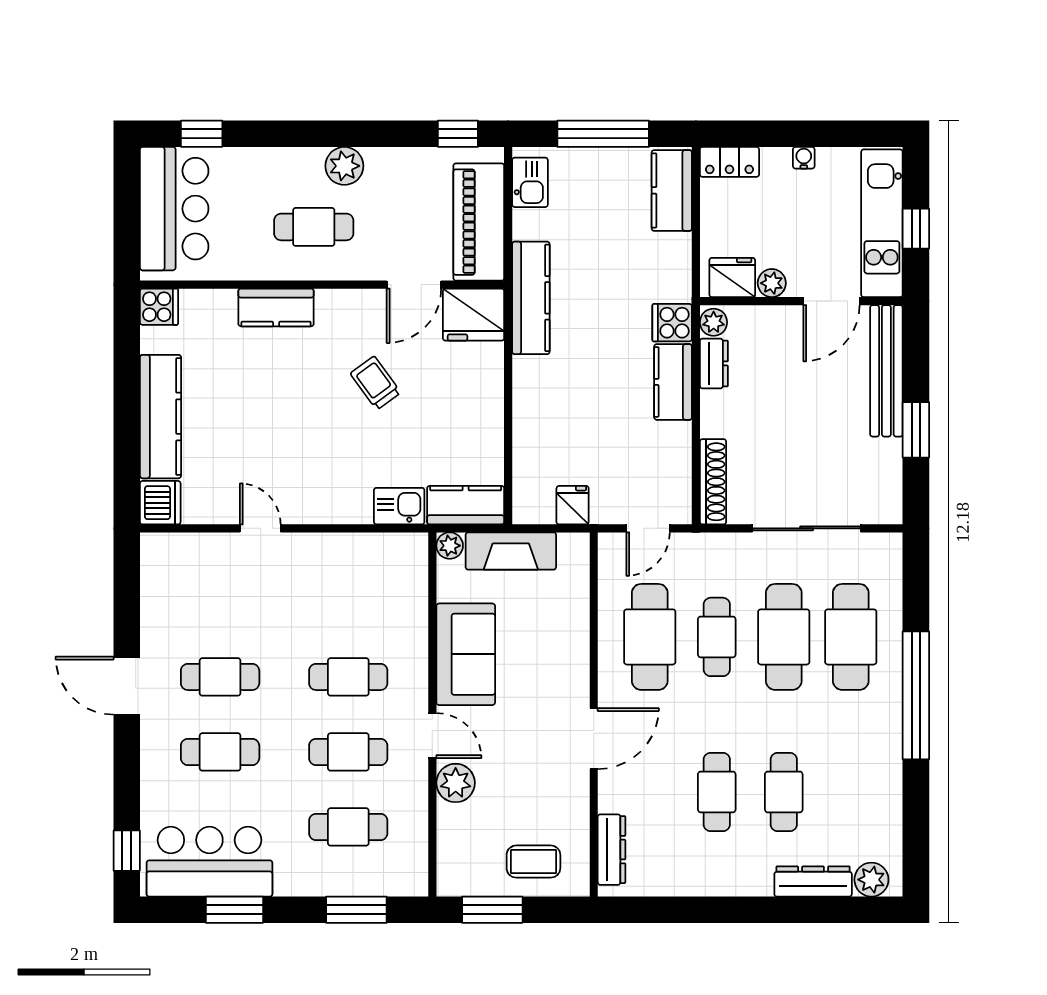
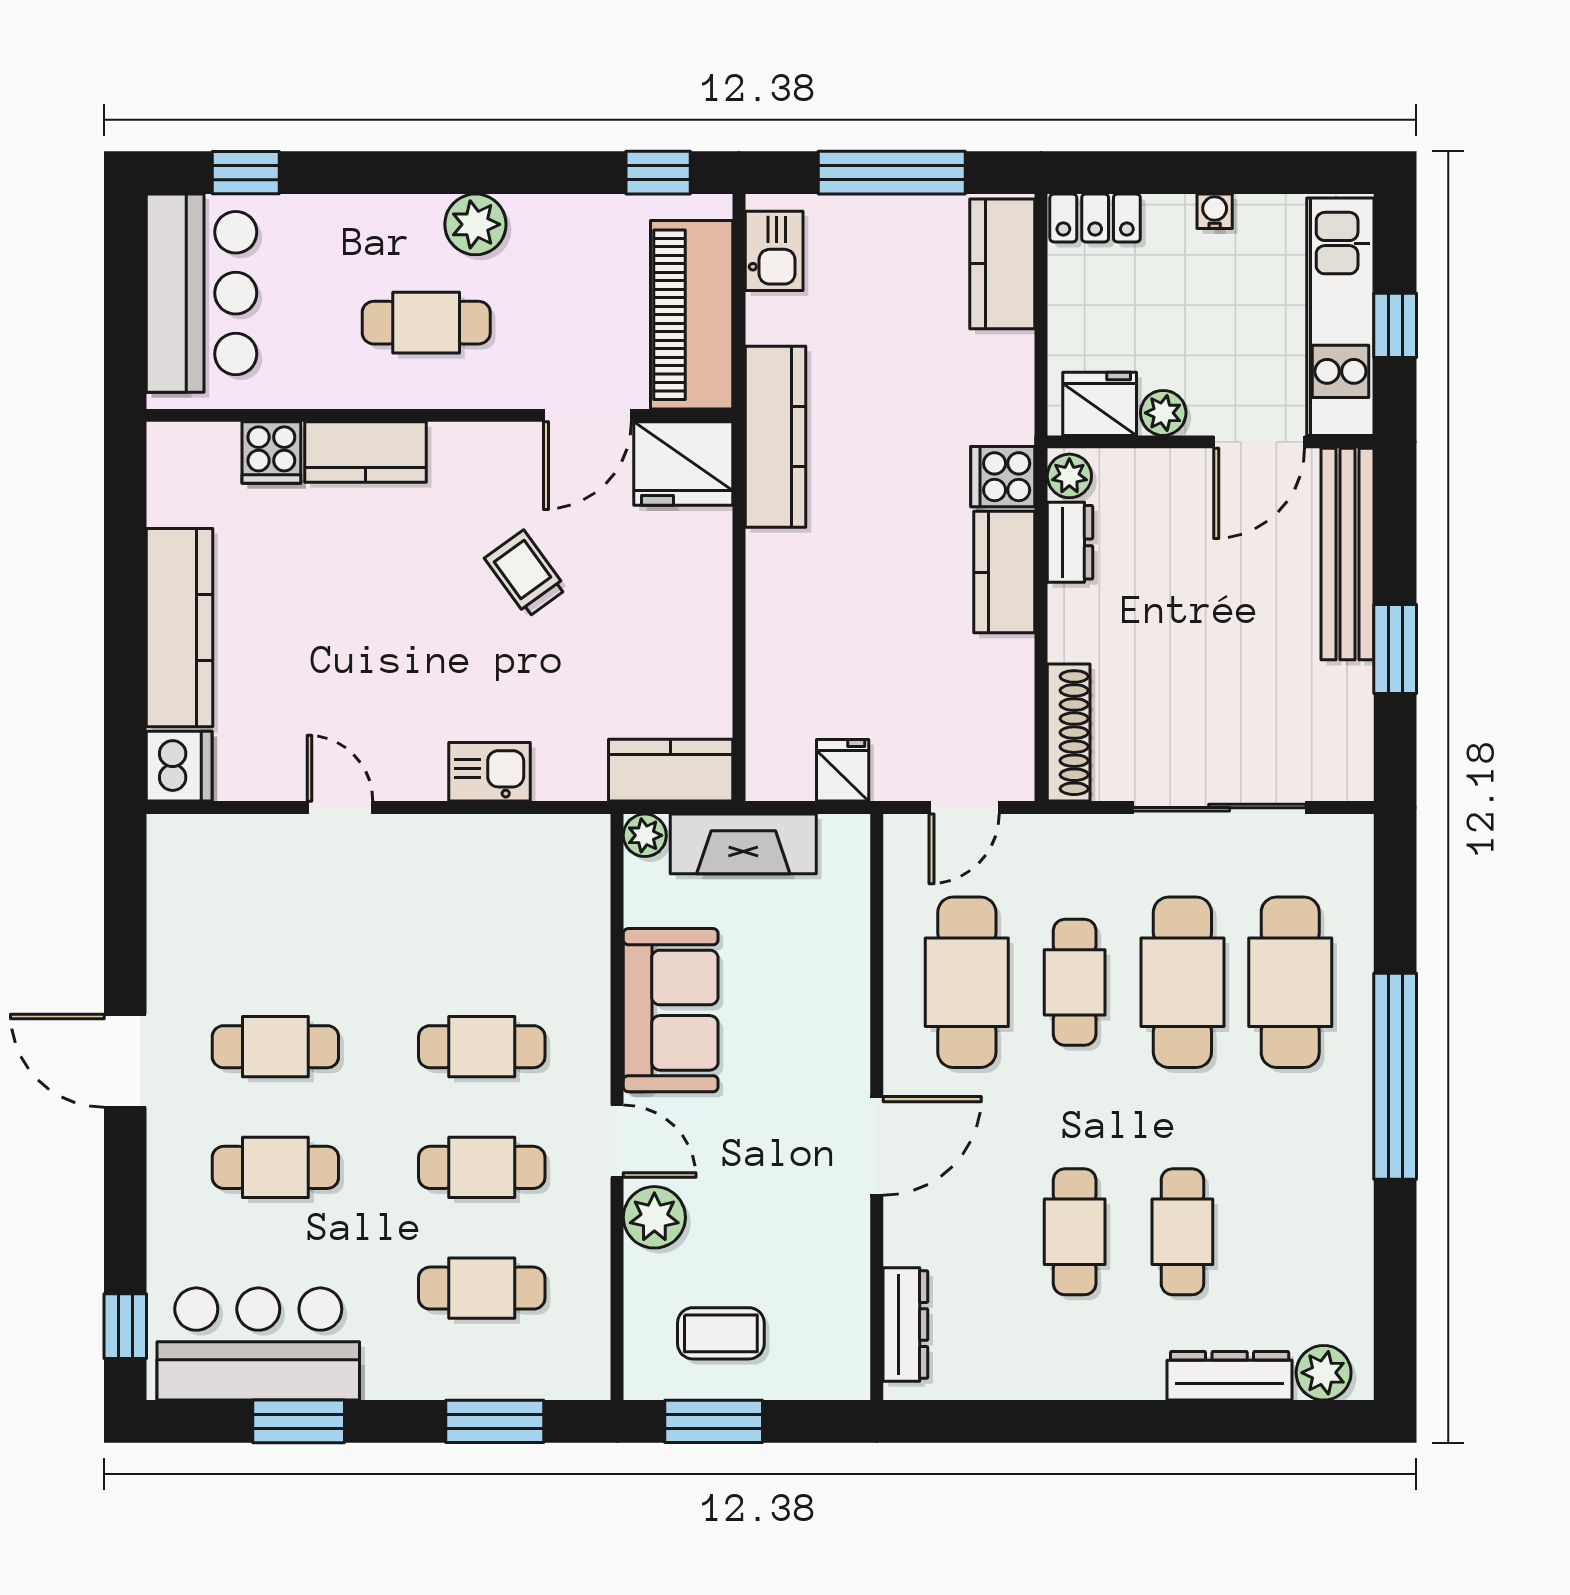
cooker: (159, 307) -> (271, 453), moved, turned 90
kitchen sink: (399, 506) -> (489, 772), moved
coffee table: (533, 862) -> (721, 1333), moved

